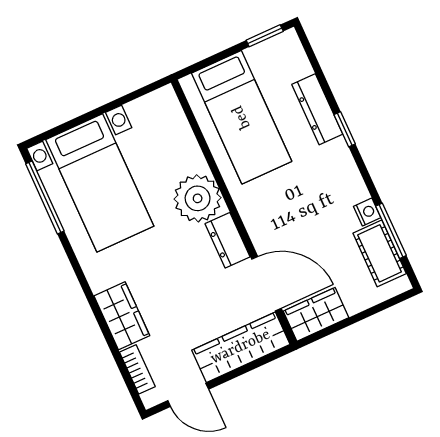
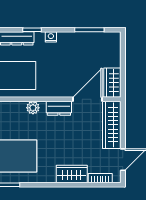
plant: (198, 198) -> (33, 108), width x0.53, depth x0.53
nightstand: (367, 212) -> (51, 37), moved
cot: (380, 253) -> (98, 40), removed

